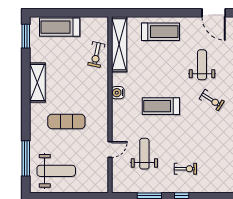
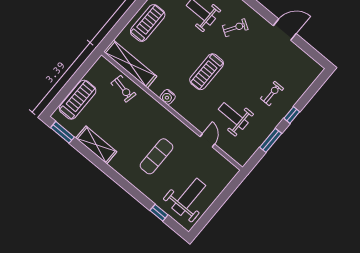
treadmill: (60, 27) -> (78, 100), turned 180
shelving: (37, 83) -> (96, 145), moved
window: (26, 158) -> (159, 213), width x0.46

